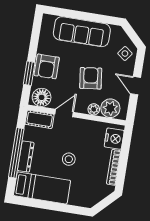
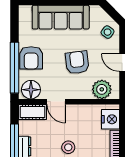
window: (29, 73) -> (15, 68), width x2.11
plant: (94, 109) -> (85, 93), removed
door: (64, 113) -> (56, 102), swing flipped

